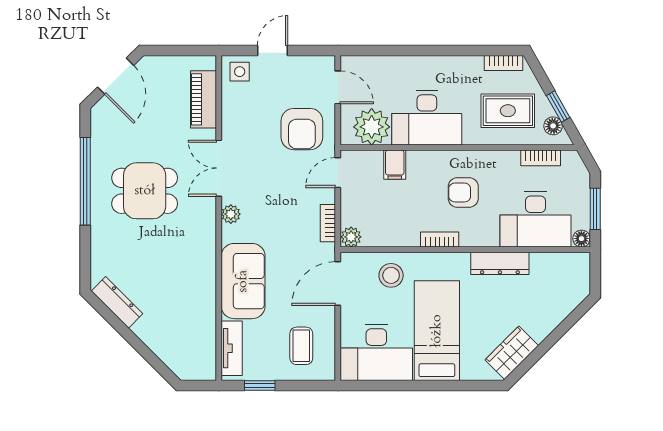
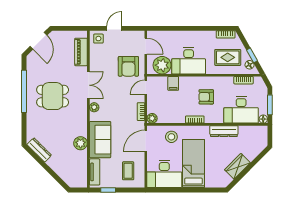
double door: (219, 168) -> (88, 85), swing flipped
plant: (203, 289) -> (81, 143), added
wardrobe: (512, 353) -> (237, 166), moved

